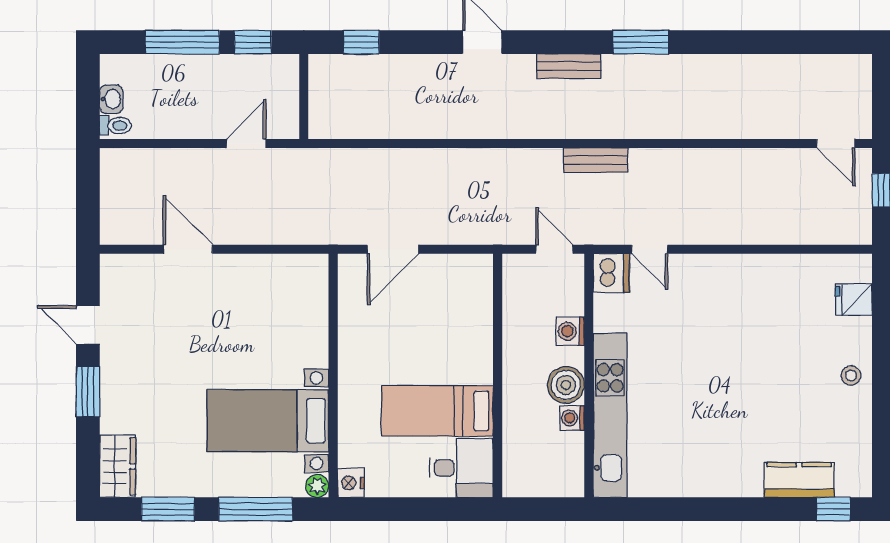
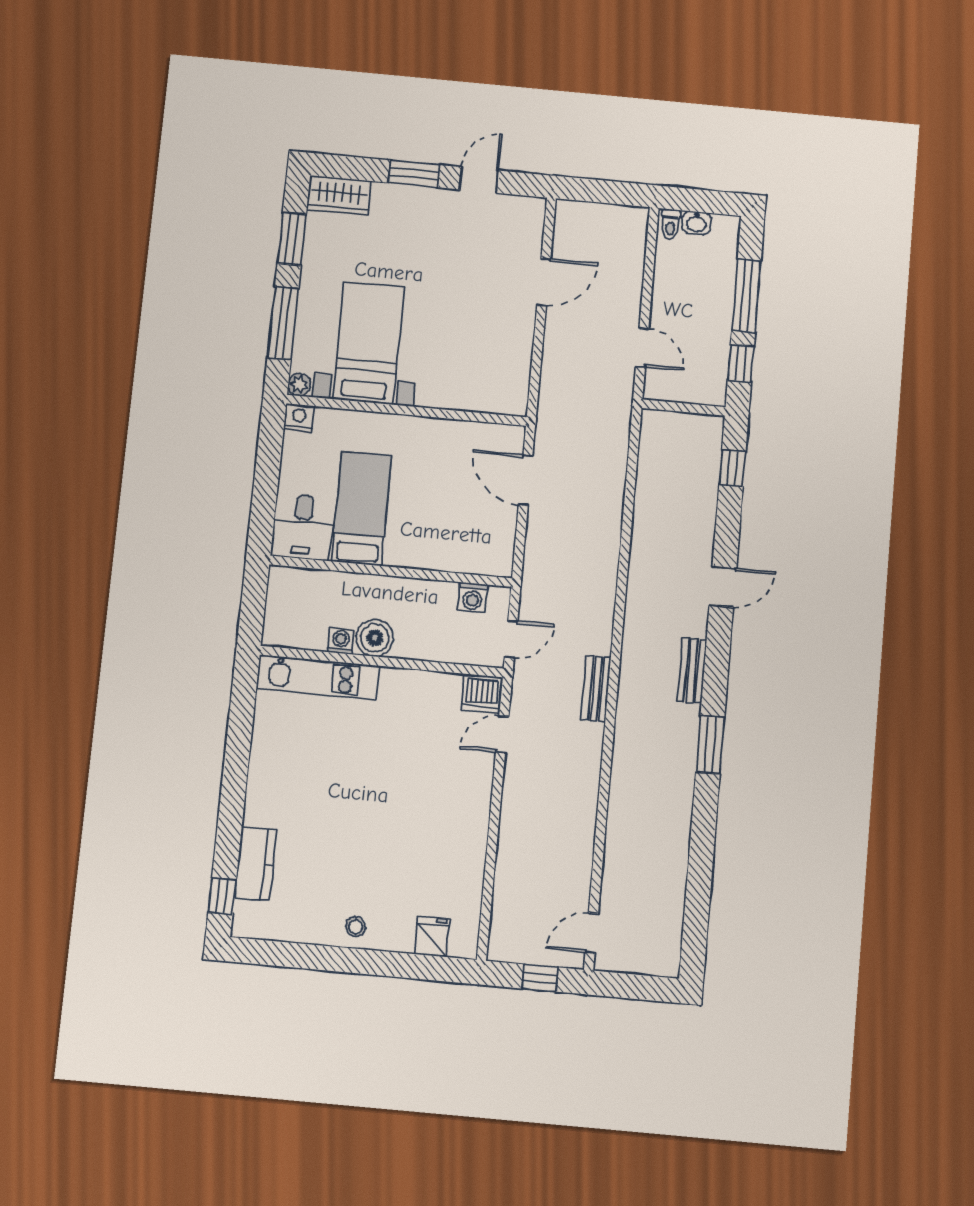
washing machine: (570, 331) -> (472, 597), moved, turned 180
kitchen unit: (610, 415) -> (318, 677), width x0.73

